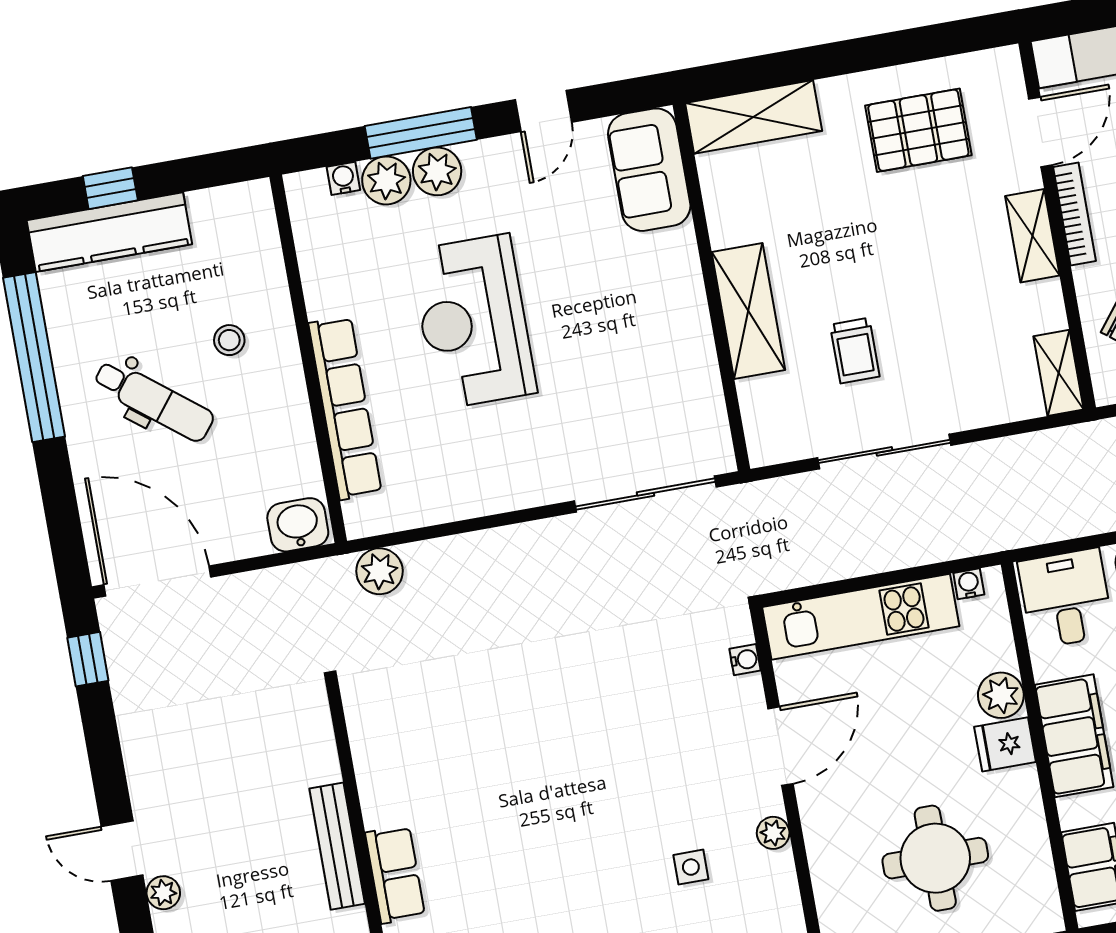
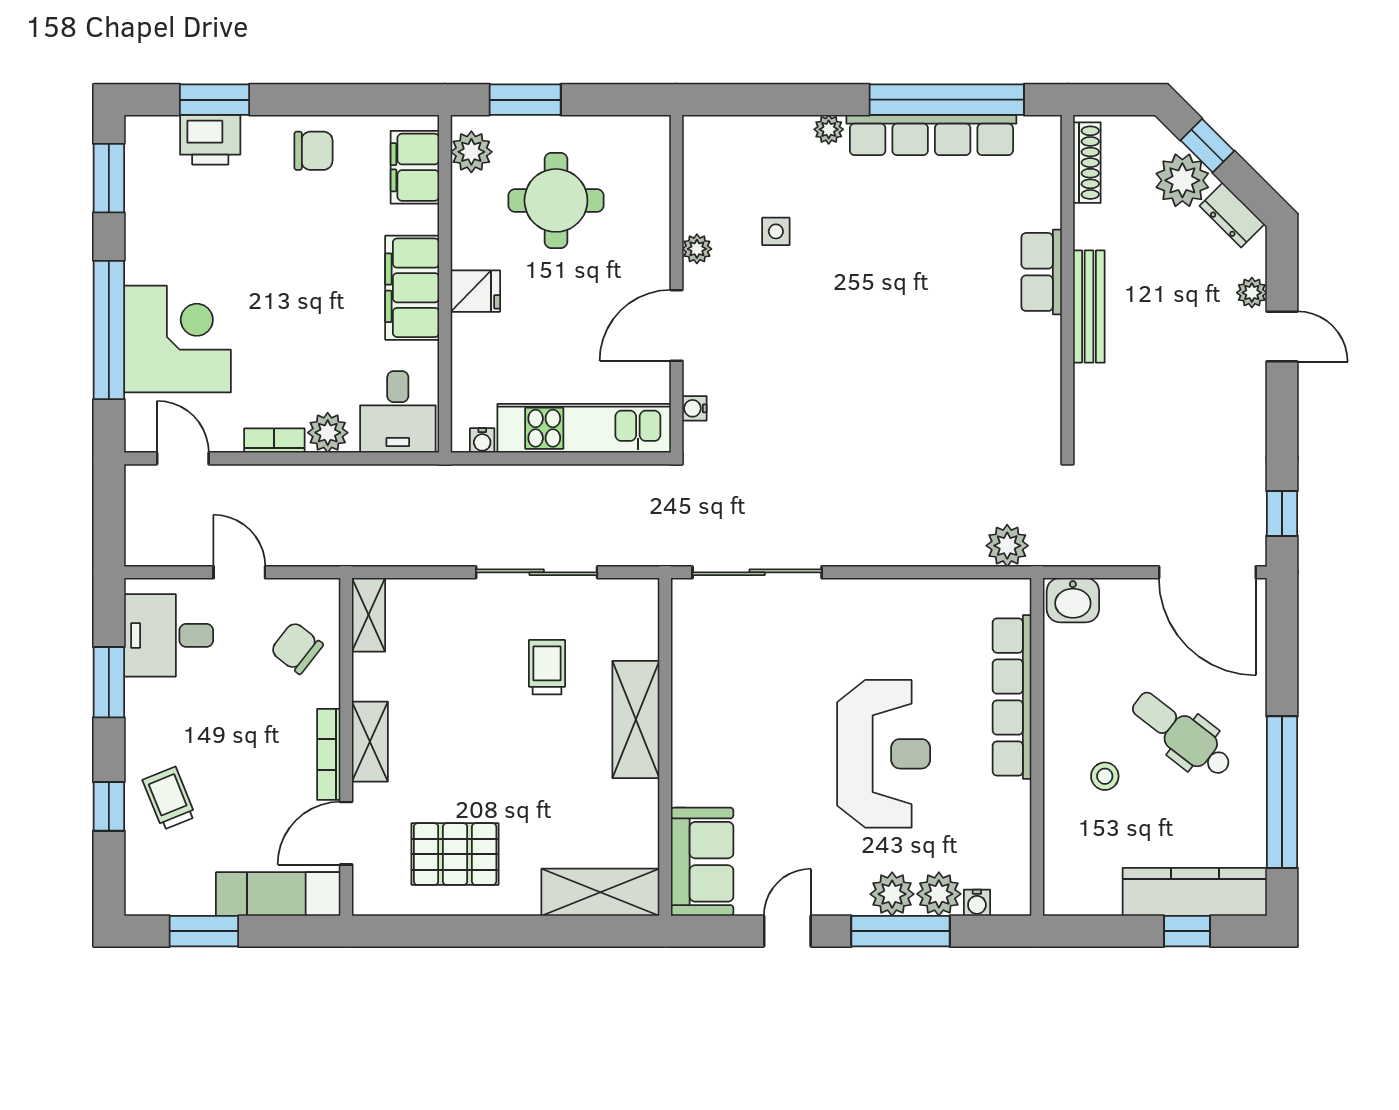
plant: (1001, 695) -> (471, 152), moved

